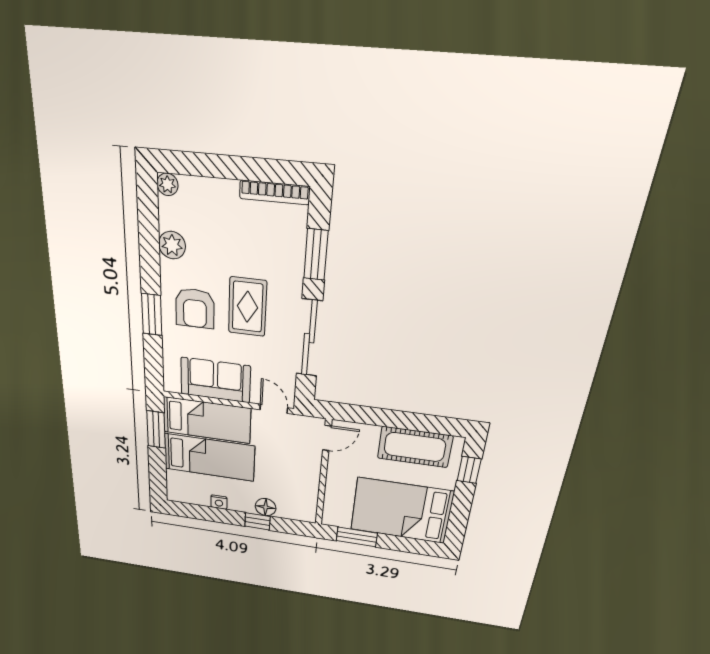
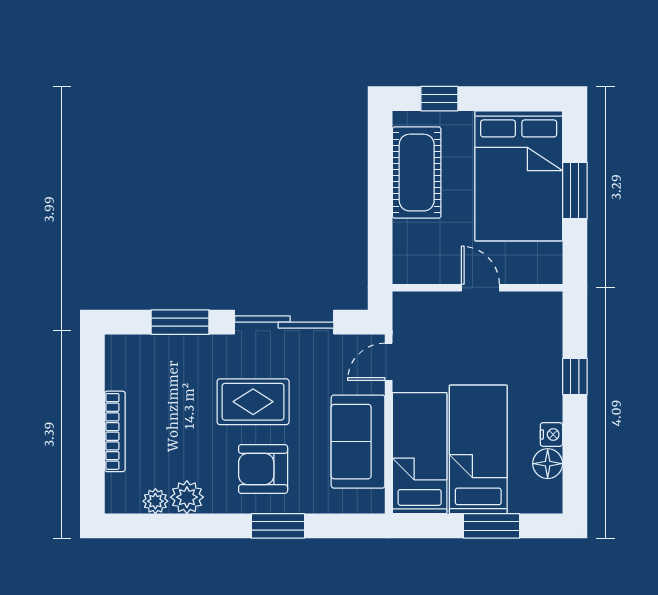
plant: (167, 184) -> (155, 501), moved
bookcase: (275, 192) -> (115, 431), moved
armchair: (195, 308) -> (263, 469), turned 180
window: (156, 429) -> (492, 526), moved
door: (327, 438) -> (480, 288), moved
floor lamp: (266, 507) -> (548, 464), moved
window: (357, 537) -> (575, 191), moved

